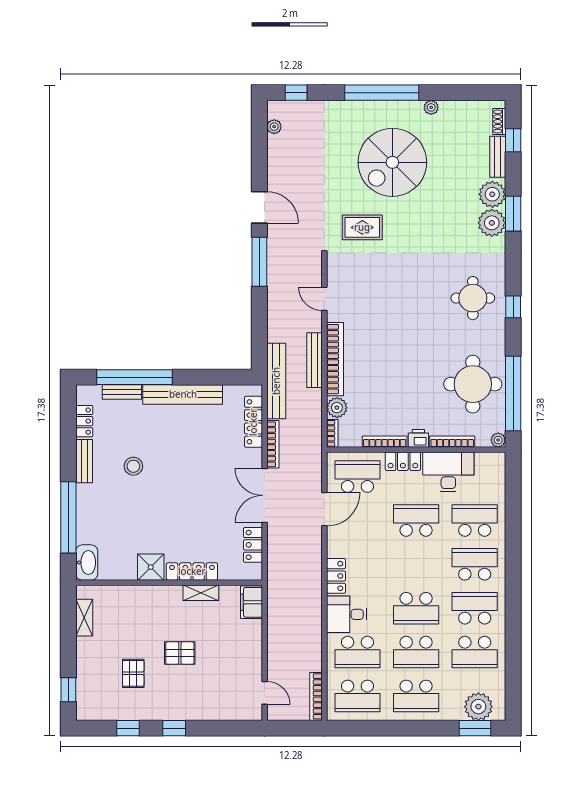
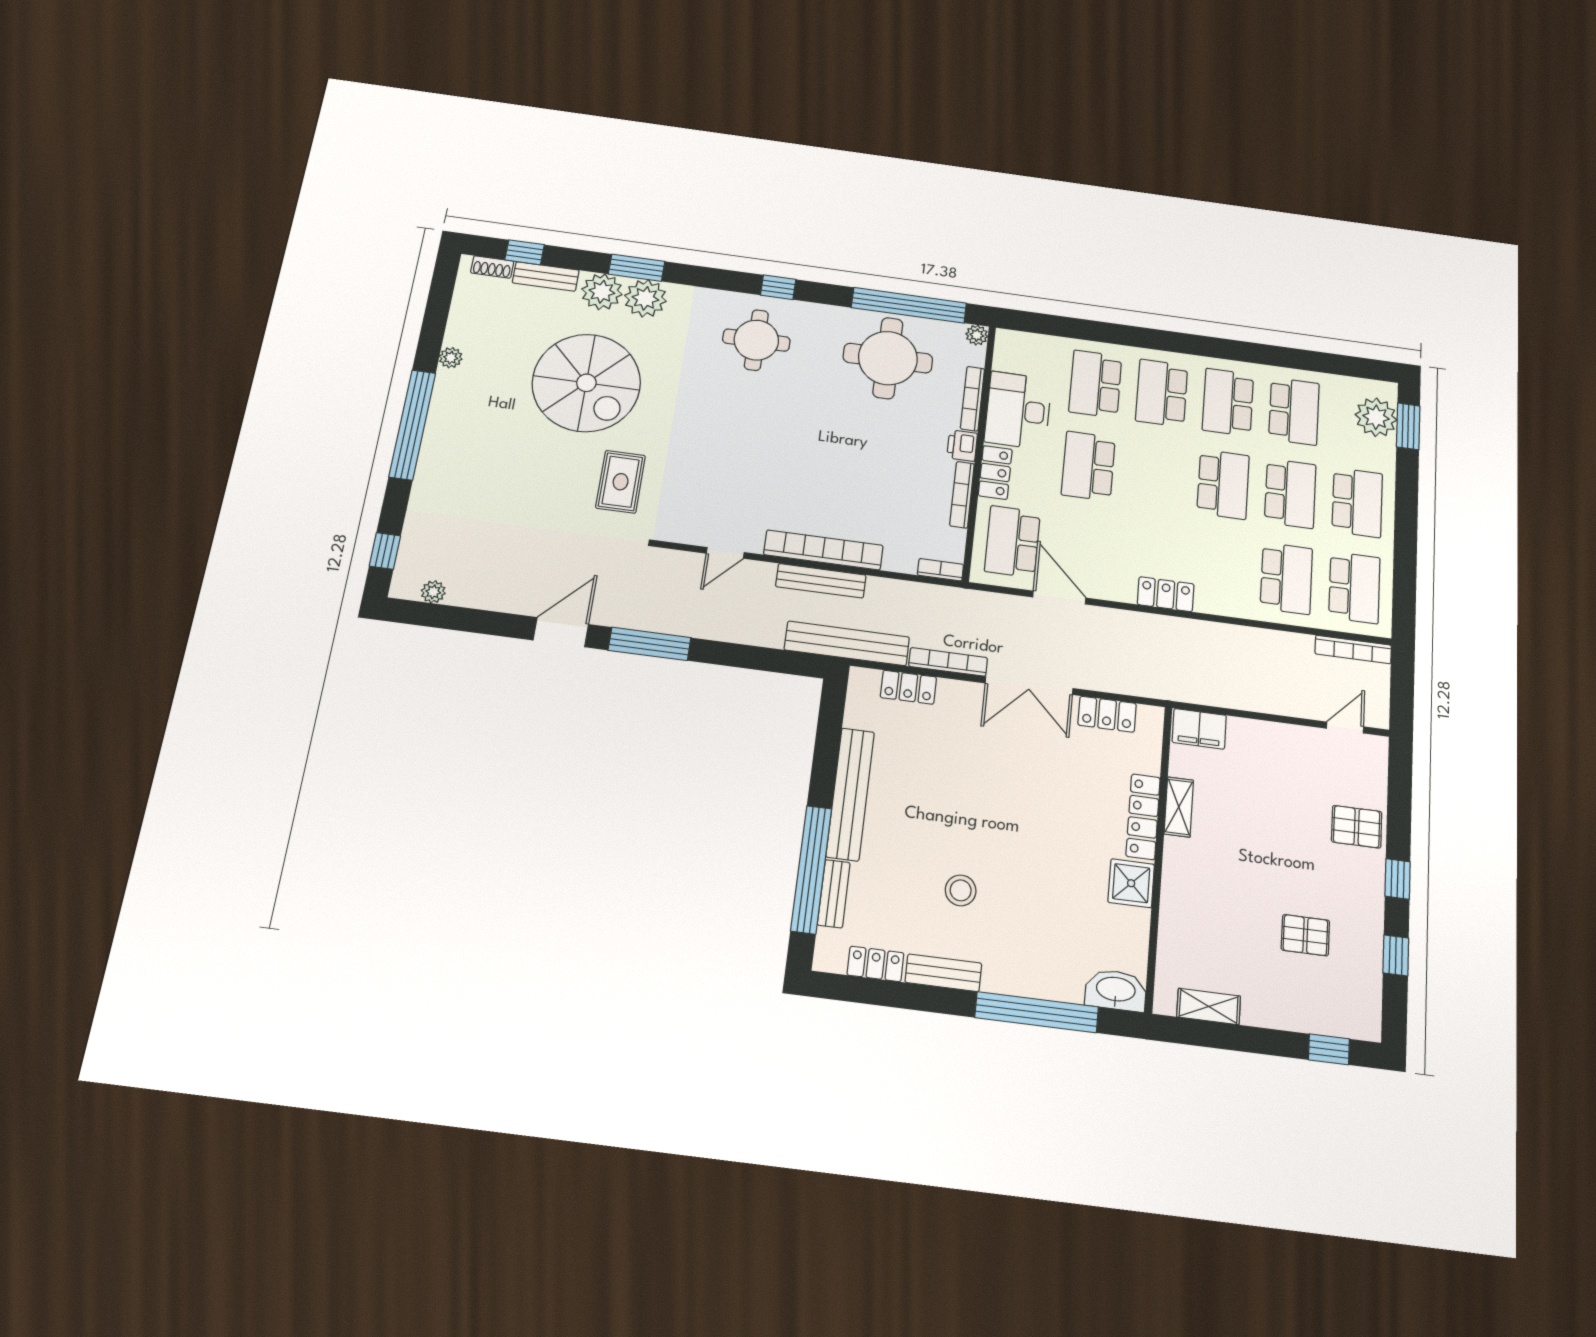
spiral stairs: (392, 162) -> (586, 383), moved
plant: (337, 408) -> (900, 557), removed
locker: (253, 422) -> (908, 687), width x0.66
desk: (346, 614) -> (1227, 587), removed
pallet: (180, 653) -> (1357, 827), moved, turned 90

